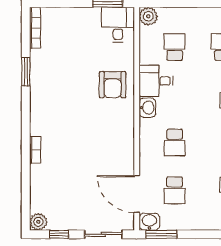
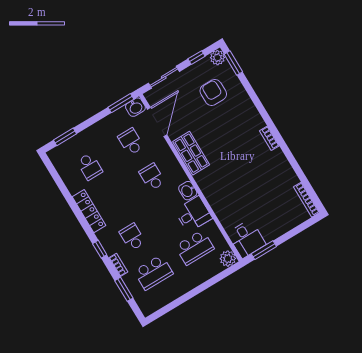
school desk: (175, 47) -> (195, 248), width x1.85
window: (26, 72) -> (233, 63), moved
armchair: (113, 85) -> (213, 92), moved
shop shelf: (122, 143) -> (191, 153), added
bookcase: (35, 150) -> (269, 138), moved
door: (137, 194) -> (157, 122), hinge flipped

